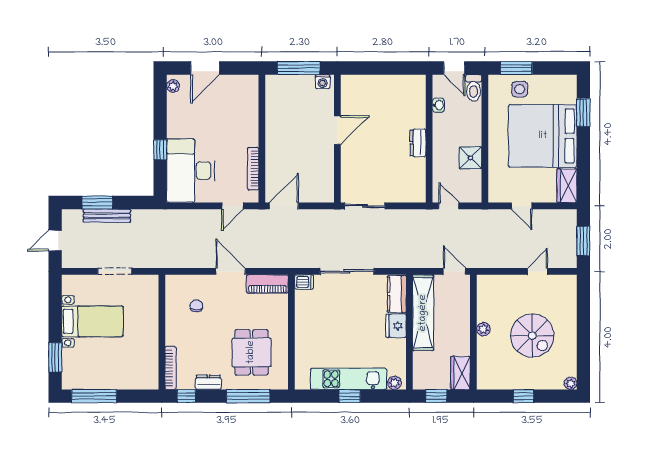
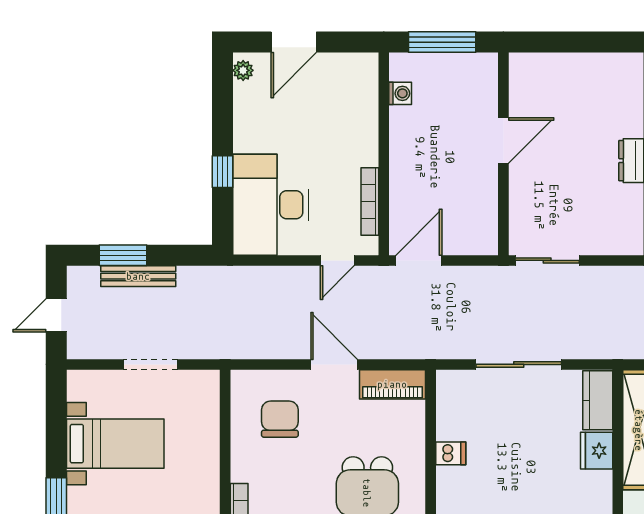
washing machine: (323, 82) -> (400, 93), moved, turned -90
dishwasher: (304, 282) -> (451, 453), moved
chair: (196, 306) -> (280, 419), width x1.87, depth x1.87

